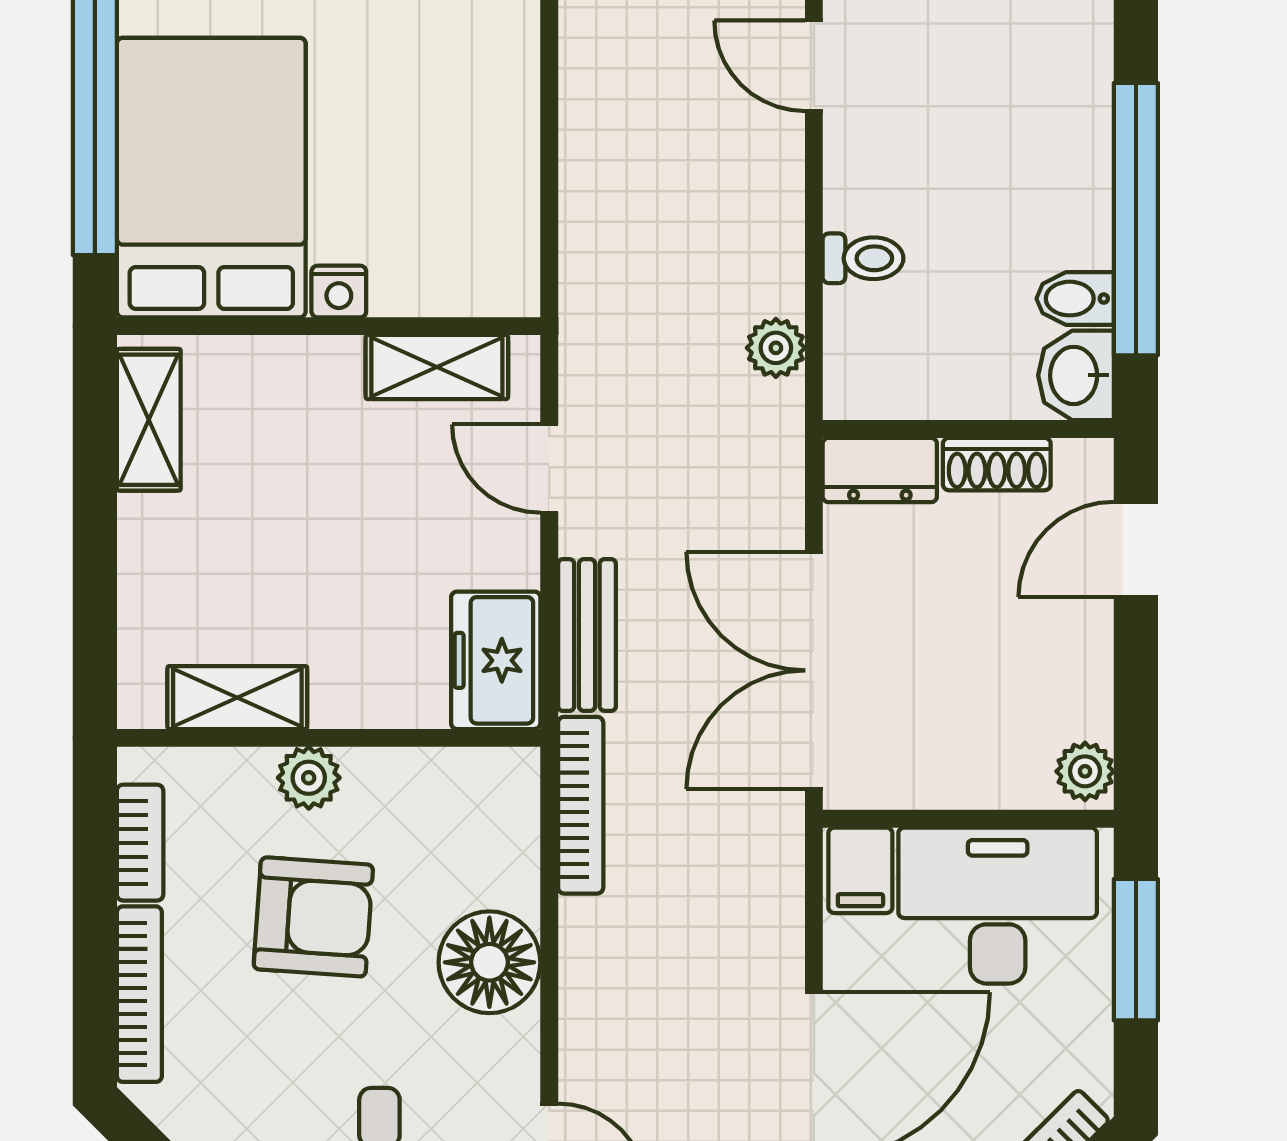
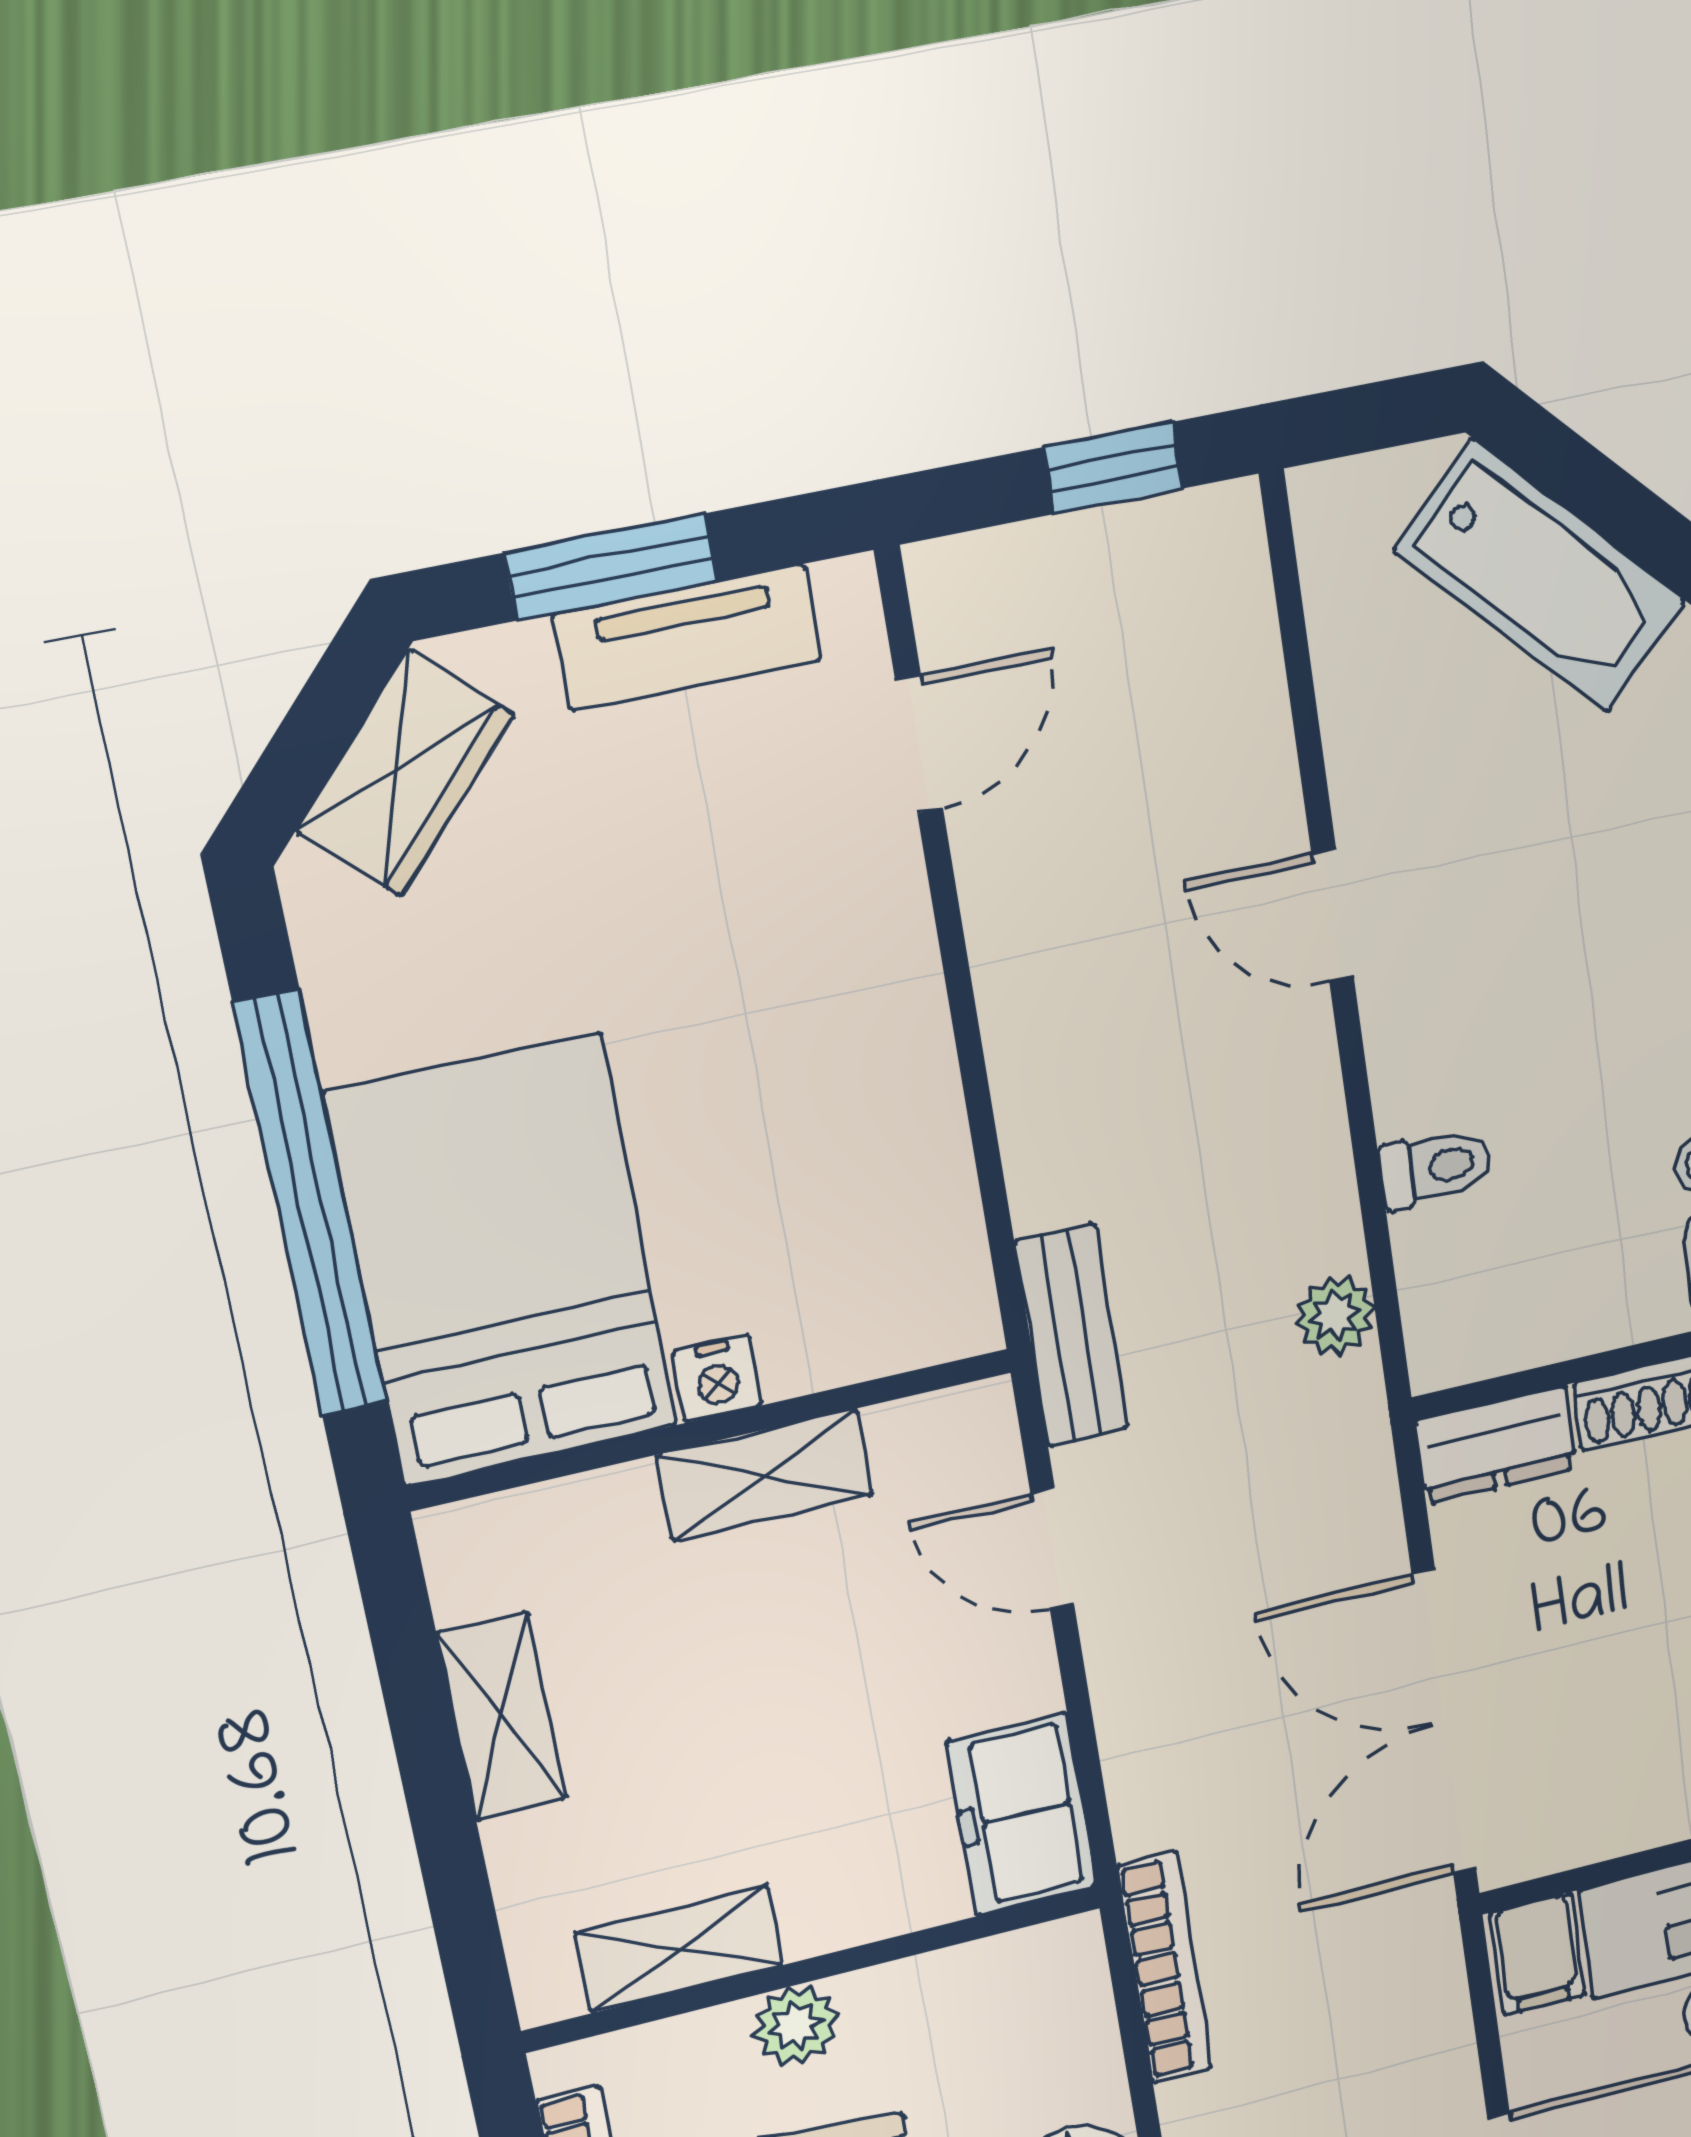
shelving: (437, 367) -> (765, 1475), moved
shelving: (149, 420) -> (502, 1717), moved
bench: (587, 635) -> (1071, 1335), moved

